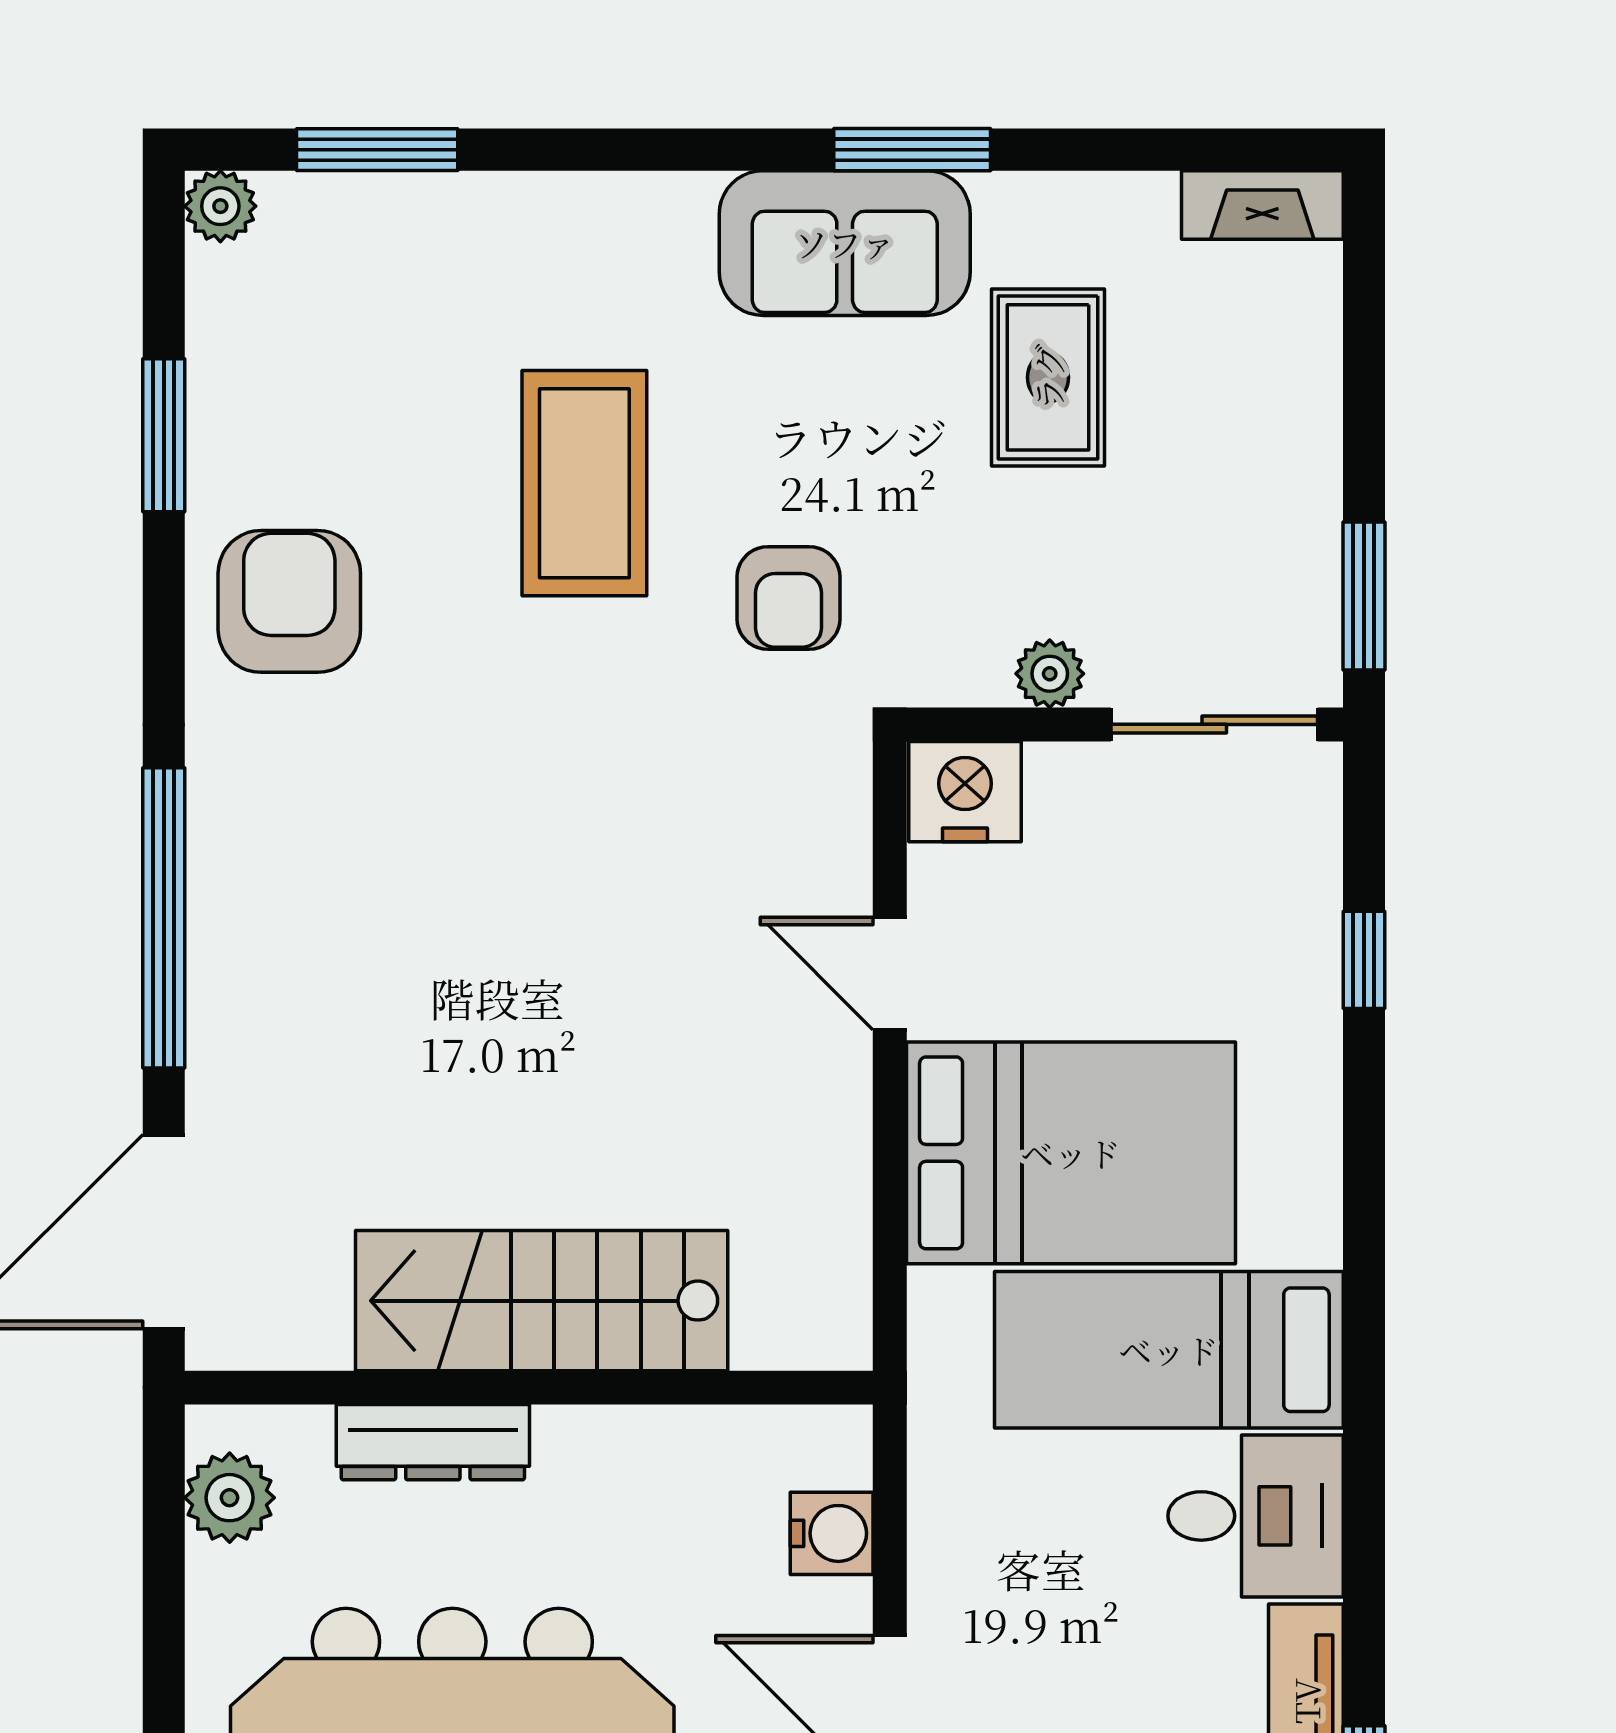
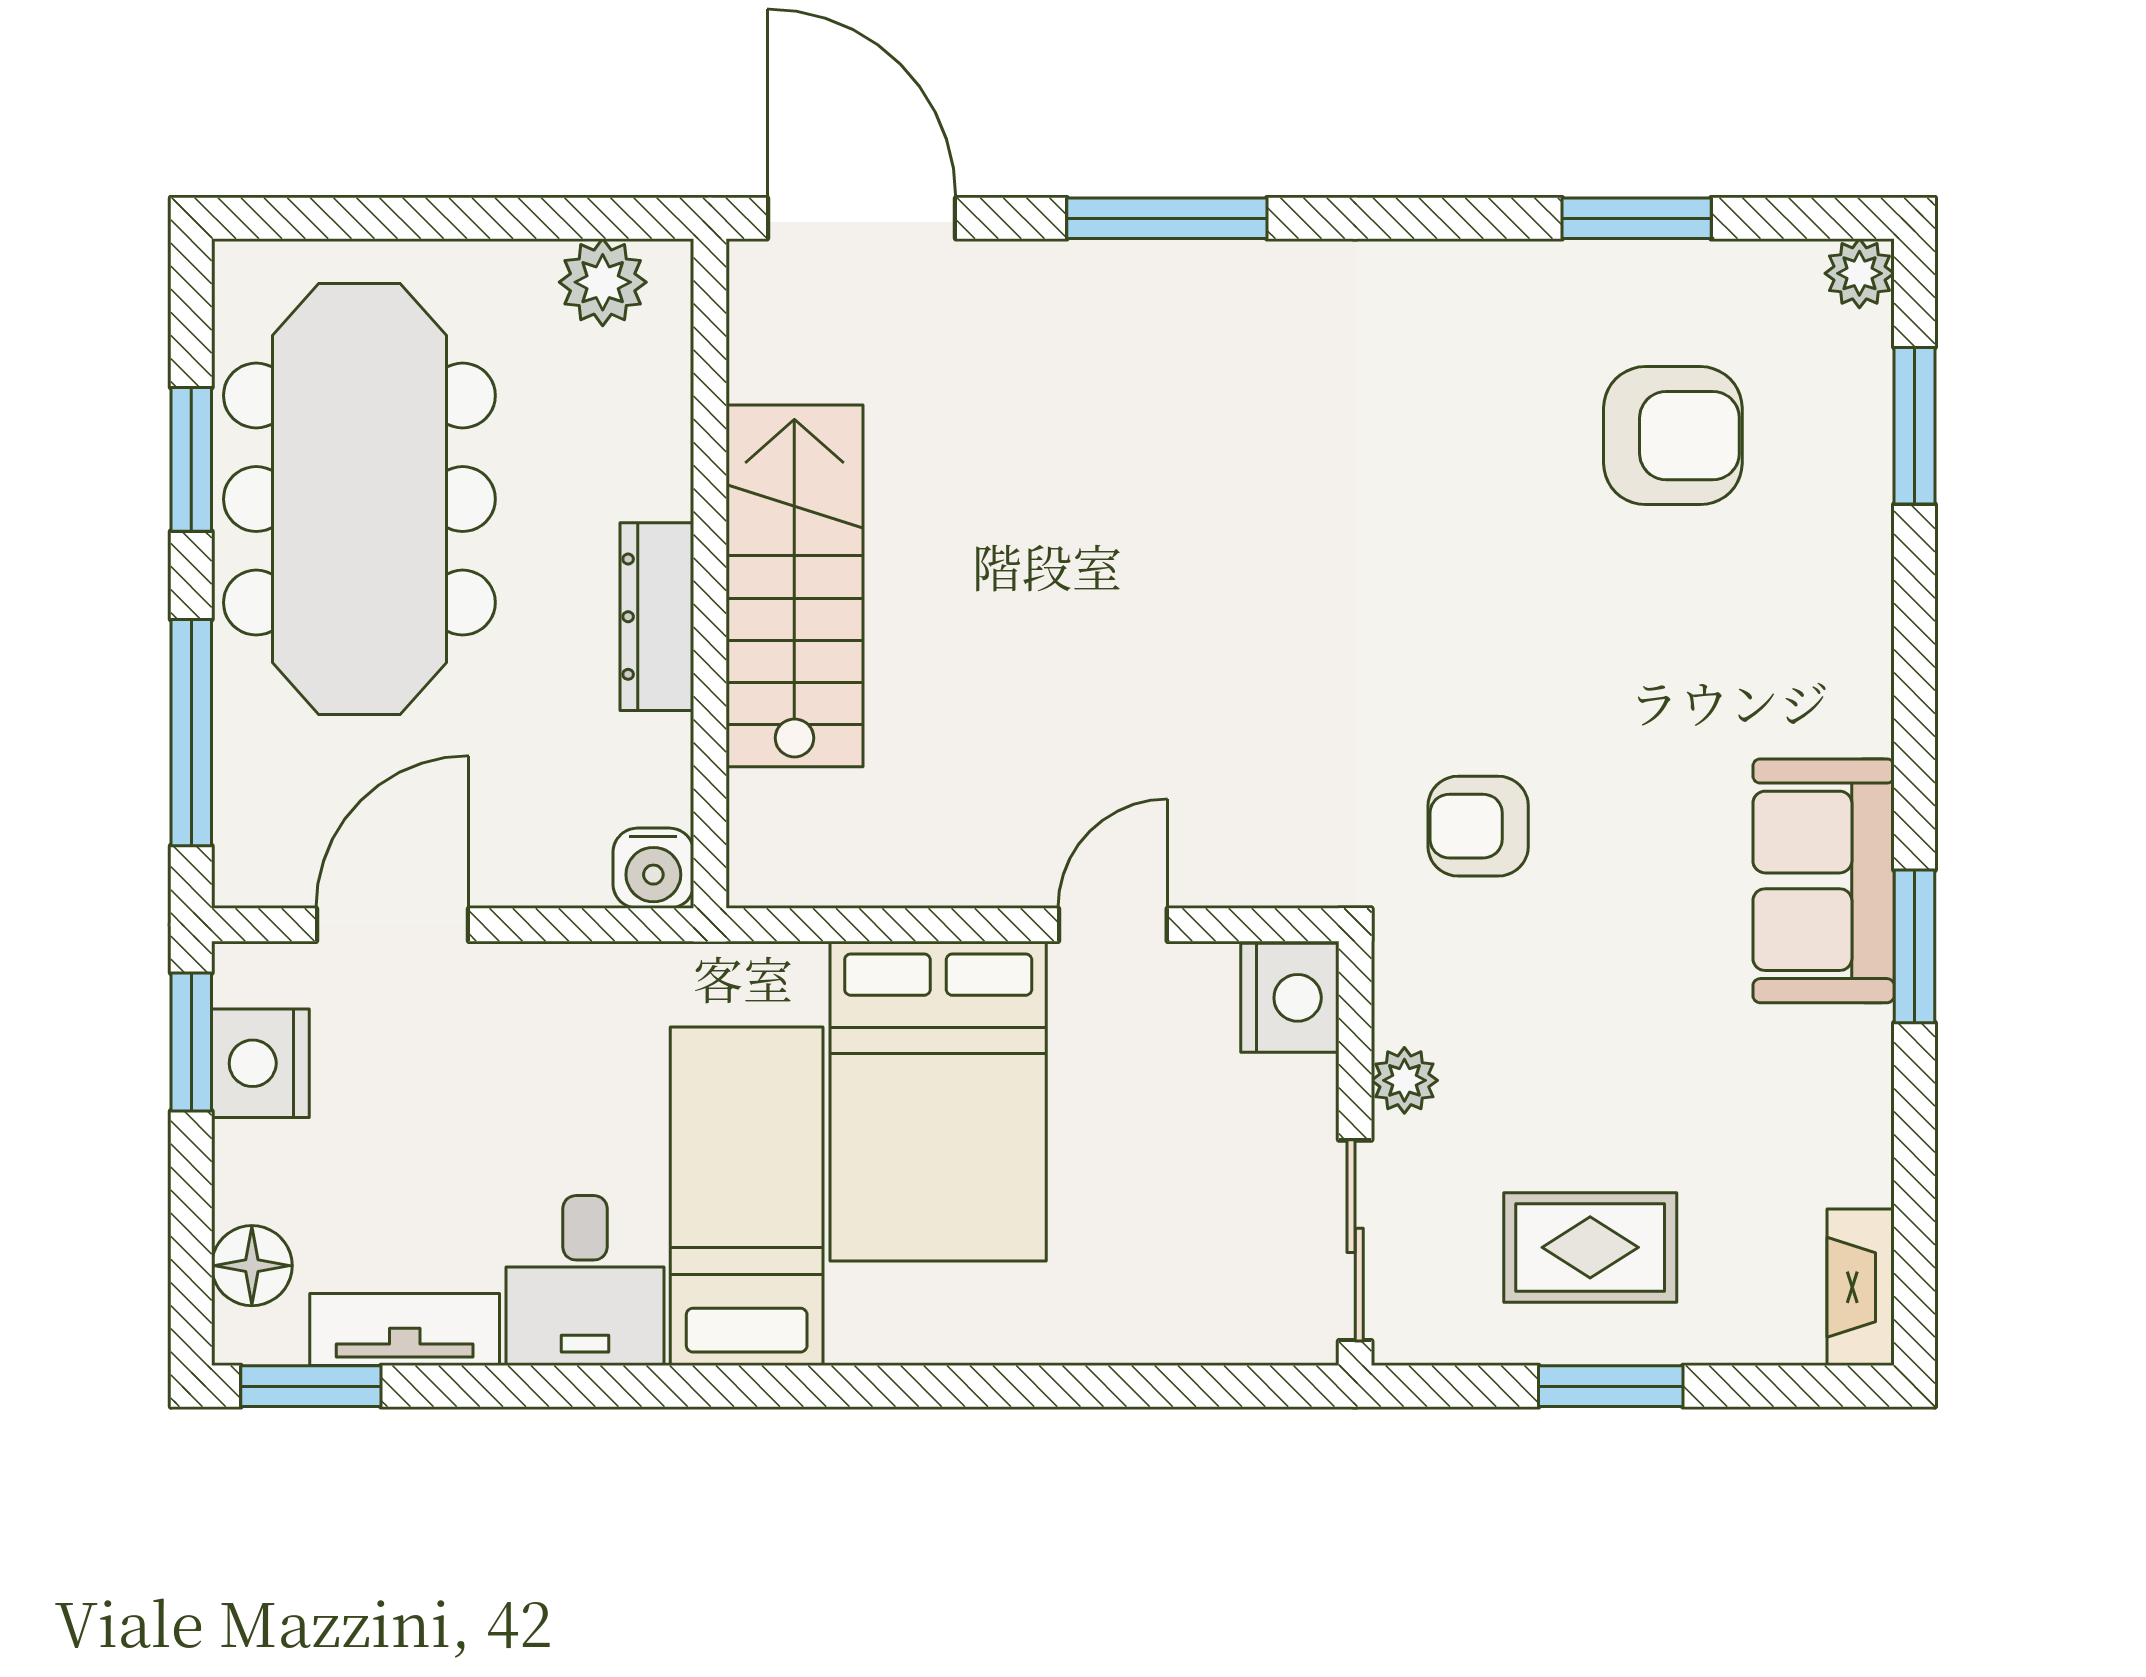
rug: (1048, 377) -> (1590, 1247), moved
coffee table: (584, 483) -> (1590, 627), removed
window: (1364, 596) -> (1611, 1386), moved
armchair: (289, 601) -> (1673, 436), moved
window: (164, 918) -> (1167, 218), width x0.68
window: (1364, 960) -> (1126, 1386), removed
dresser: (433, 1442) -> (657, 617), moved
water cooler: (832, 1533) -> (653, 868), moved

